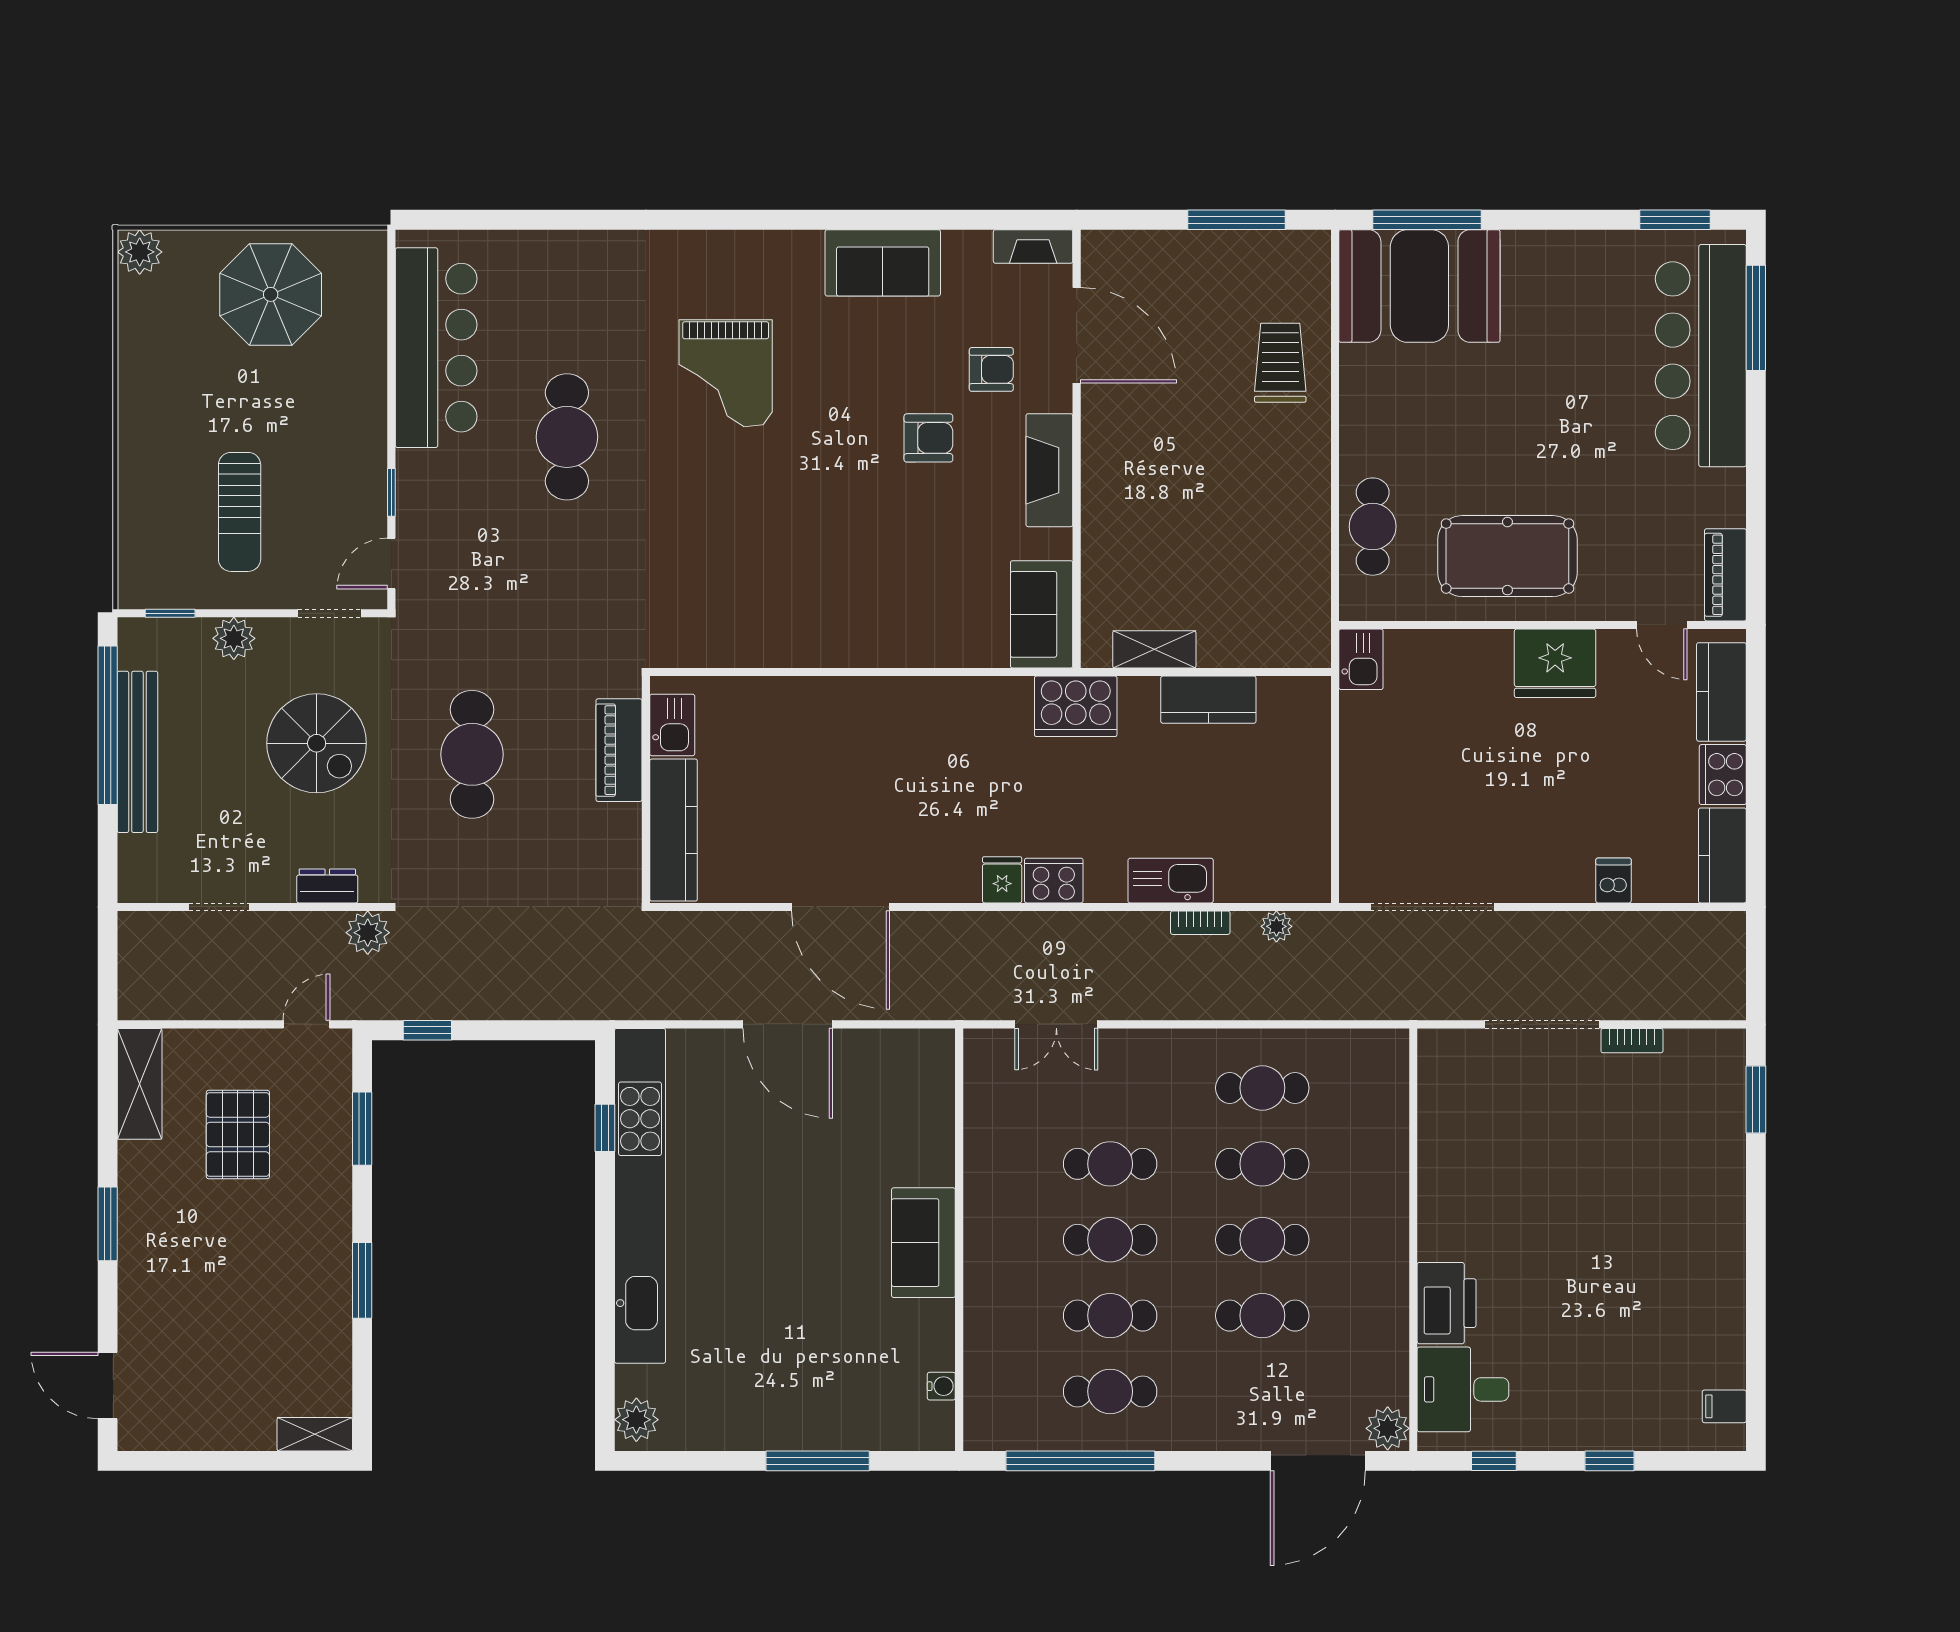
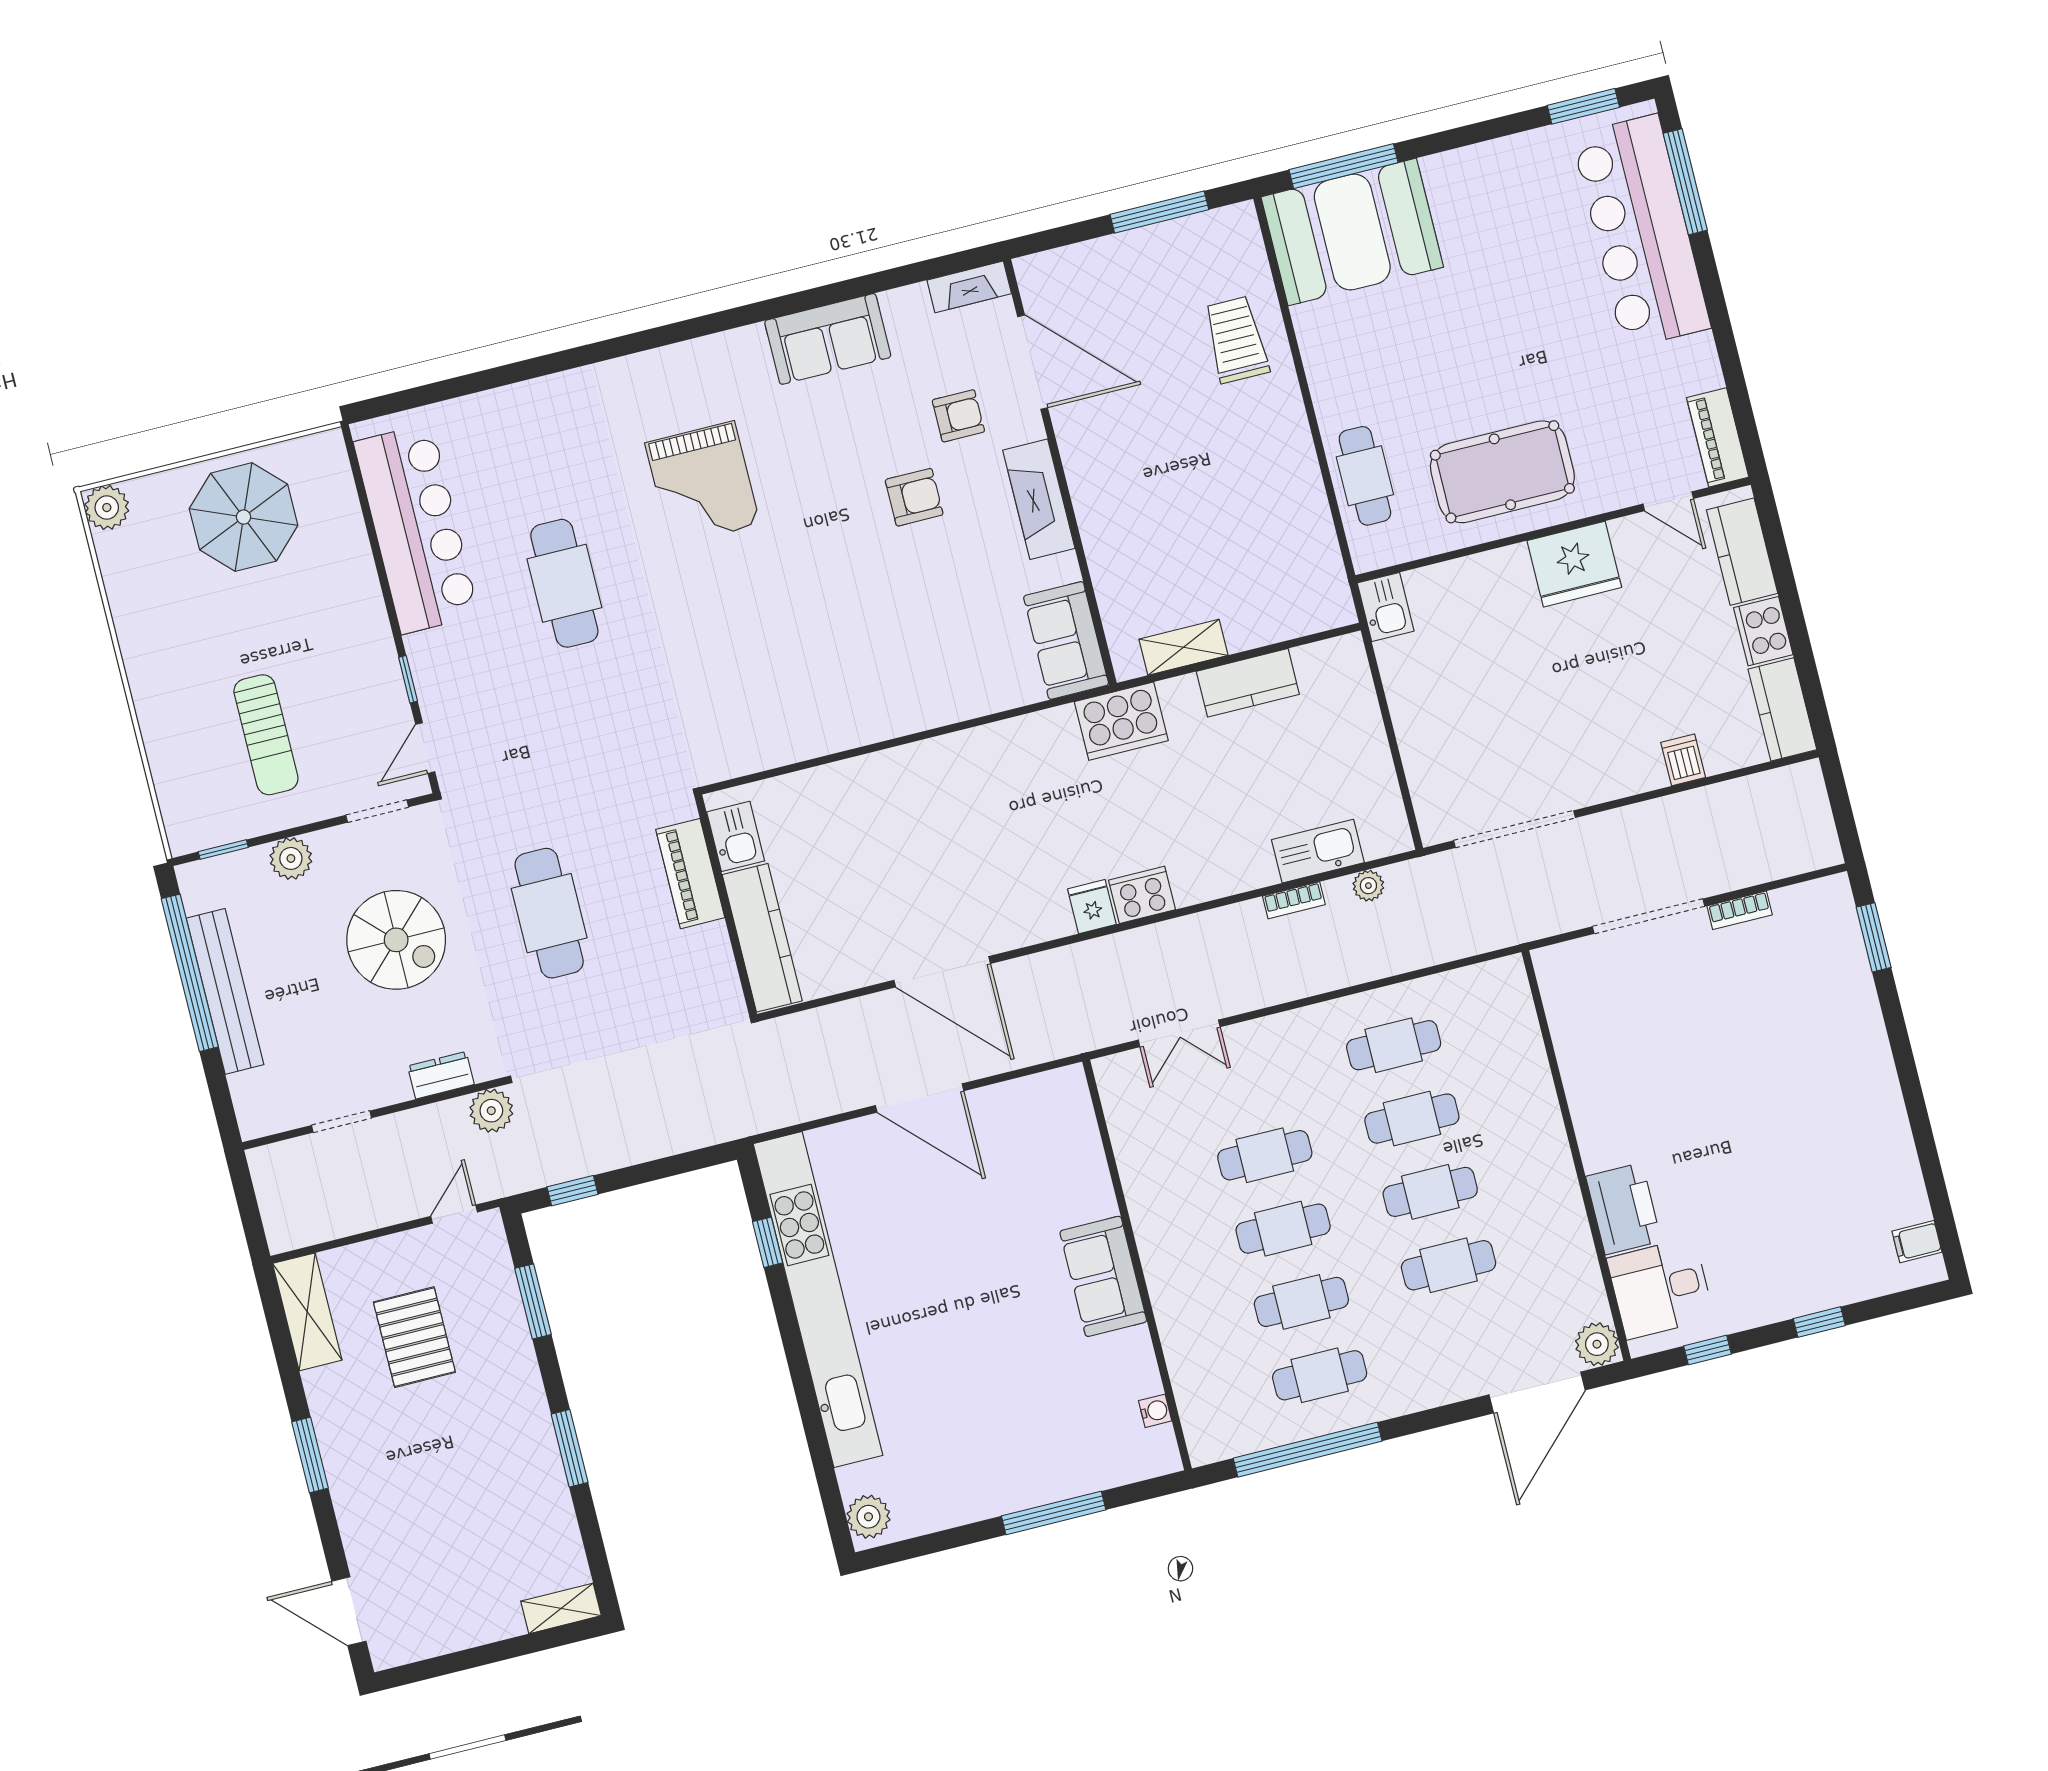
kitchen sink: (1171, 881) -> (1318, 851), moved

